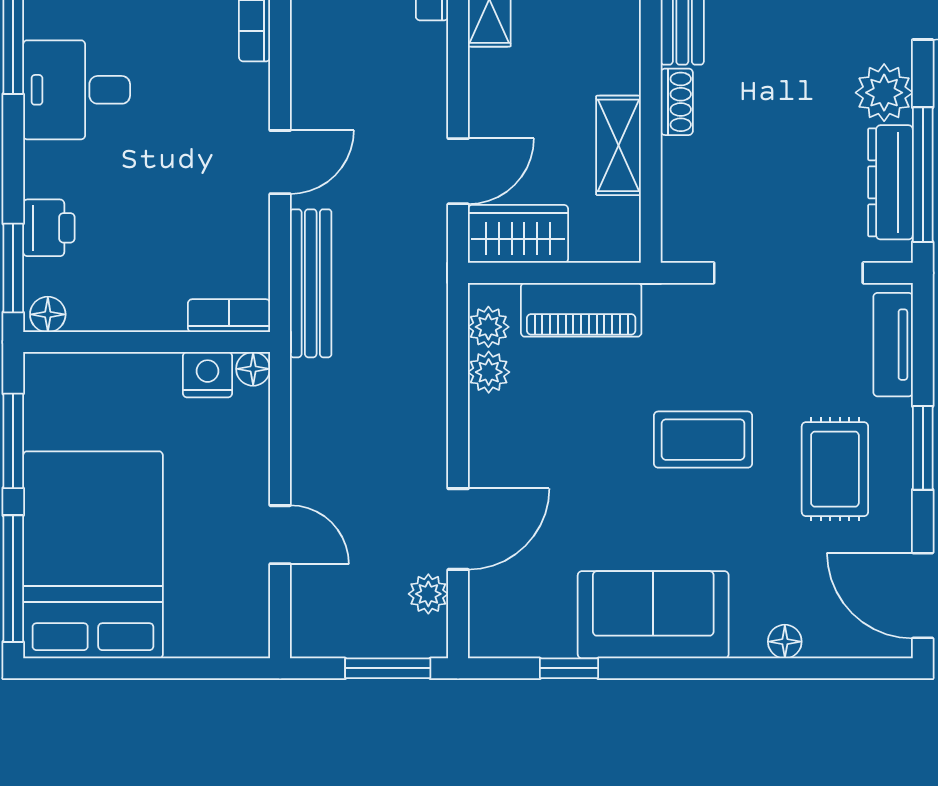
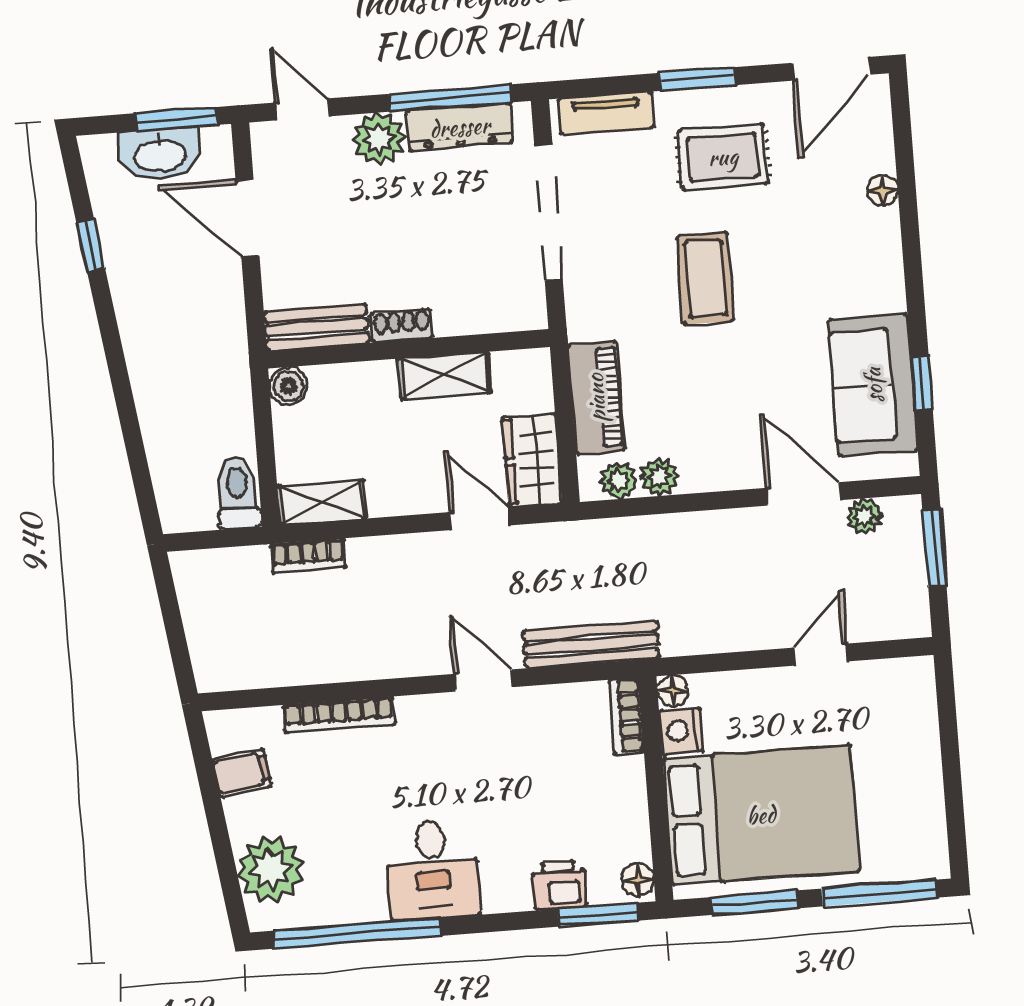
bed: (93, 555) -> (761, 815), moved, turned 180
sofa: (653, 615) -> (873, 385), moved

